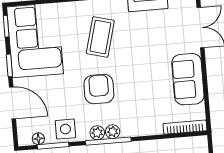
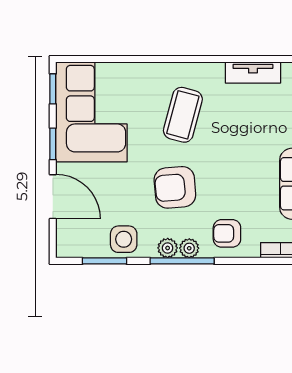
armchair: (99, 89) -> (175, 187), turned -95
armchair: (139, 119) -> (227, 233), added
floor lamp: (38, 139) -> (85, 250), removed

